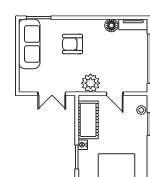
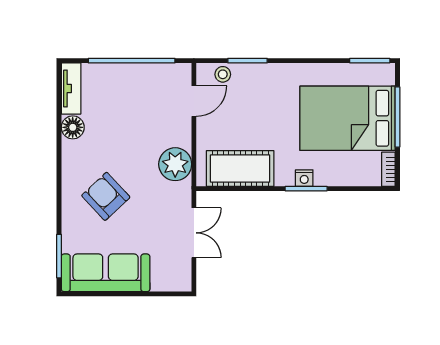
armchair: (72, 44) -> (106, 196), turned 137
door: (115, 94) -> (194, 101), moved
nightstand: (83, 145) -> (304, 178), moved

